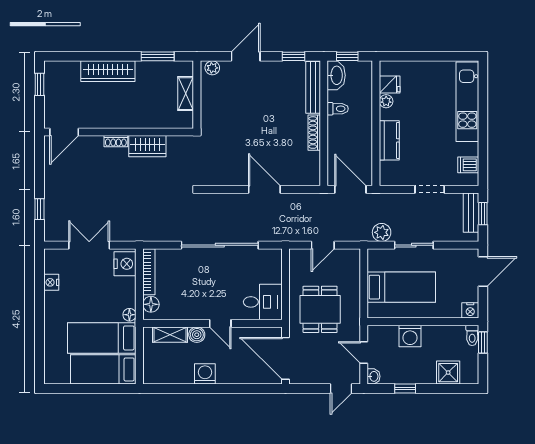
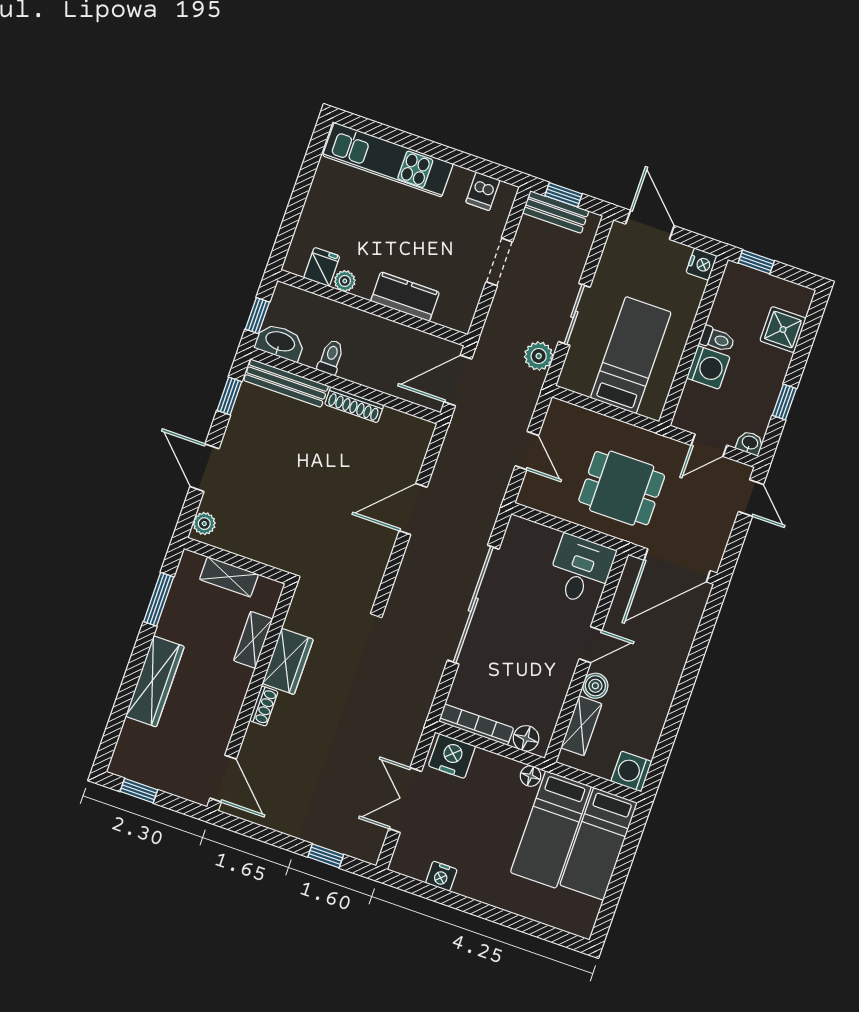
shelving: (153, 121) -> (253, 640), added
toilet: (472, 335) -> (717, 339), moved
washing machine: (205, 374) -> (631, 771), moved

